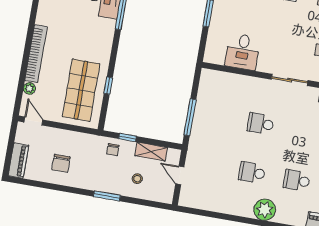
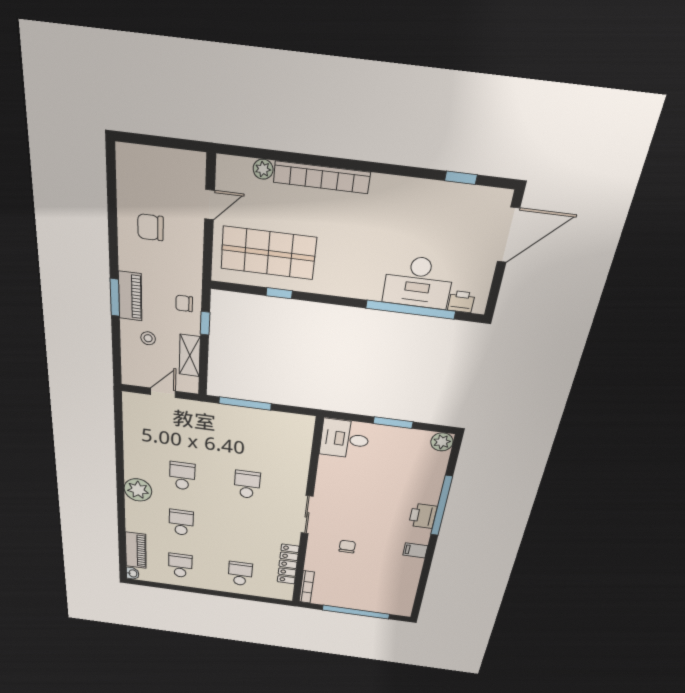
desk: (242, 52) -> (345, 439), moved
door: (33, 121) -> (209, 205), moved
piano: (18, 161) -> (130, 296), moved, turned -90

